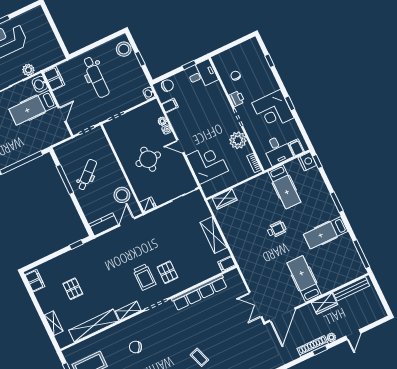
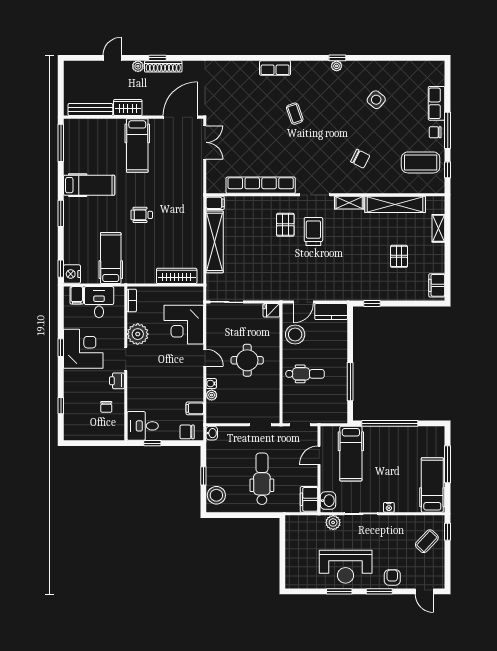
hospital bed: (33, 108) -> (351, 454), moved, turned 90
dental chair: (87, 175) -> (305, 374), moved, turned -138
wardrobe: (225, 199) -> (177, 276), width x1.50
shelving: (213, 235) -> (215, 242), width x1.47

